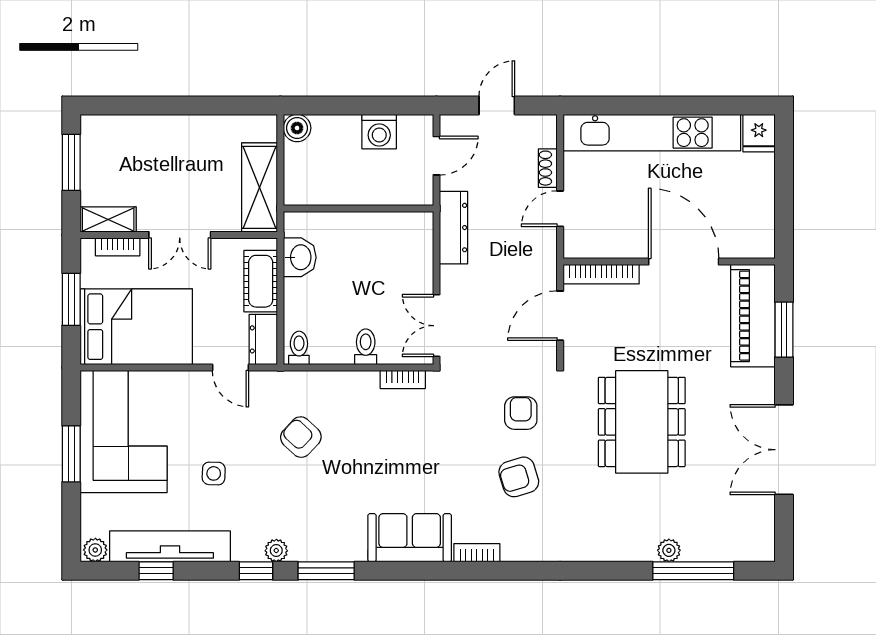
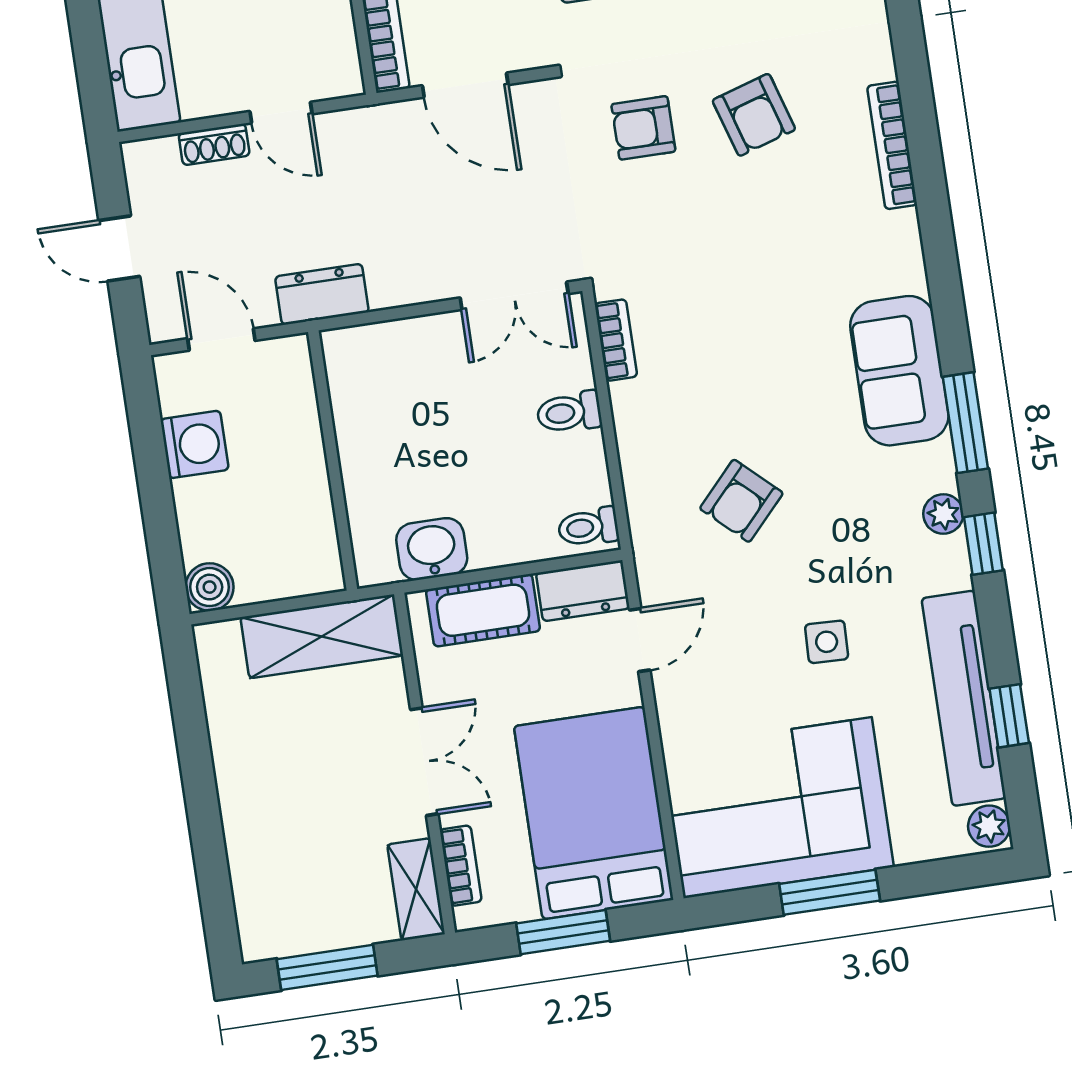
dresser: (454, 228) -> (322, 294), width x0.70
sofa: (410, 538) -> (899, 371), moved
bookcase: (477, 553) -> (892, 145), width x1.56

